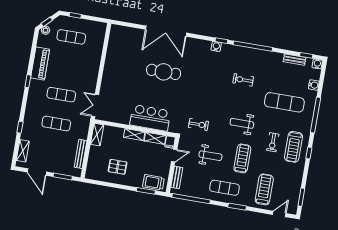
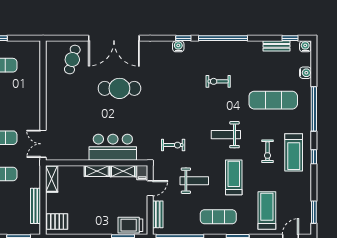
cafe table: (130, 42) -> (72, 59), added
pallet: (118, 167) -> (57, 222), moved

